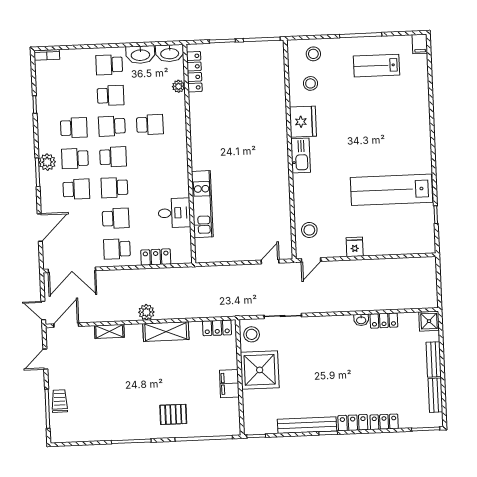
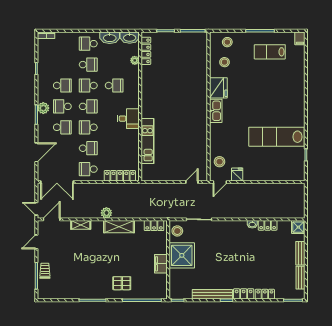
desk: (174, 213) -> (128, 119), moved
fridge: (355, 247) -> (237, 174), moved
locker: (156, 257) -> (120, 176), width x1.53

